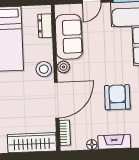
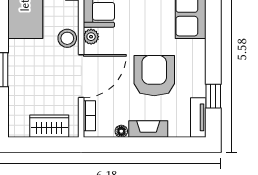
armchair: (117, 97) -> (154, 76), width x1.36, depth x1.36
wardrobe: (32, 143) -> (49, 126), width x0.67

